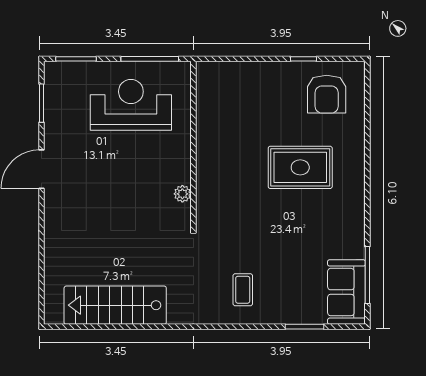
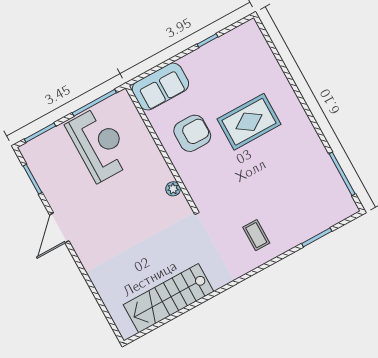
armchair: (327, 94) -> (192, 133), moved, turned -90
reception desk: (131, 105) -> (99, 144), turned 90
sofa: (346, 292) -> (160, 86), moved, turned -90

